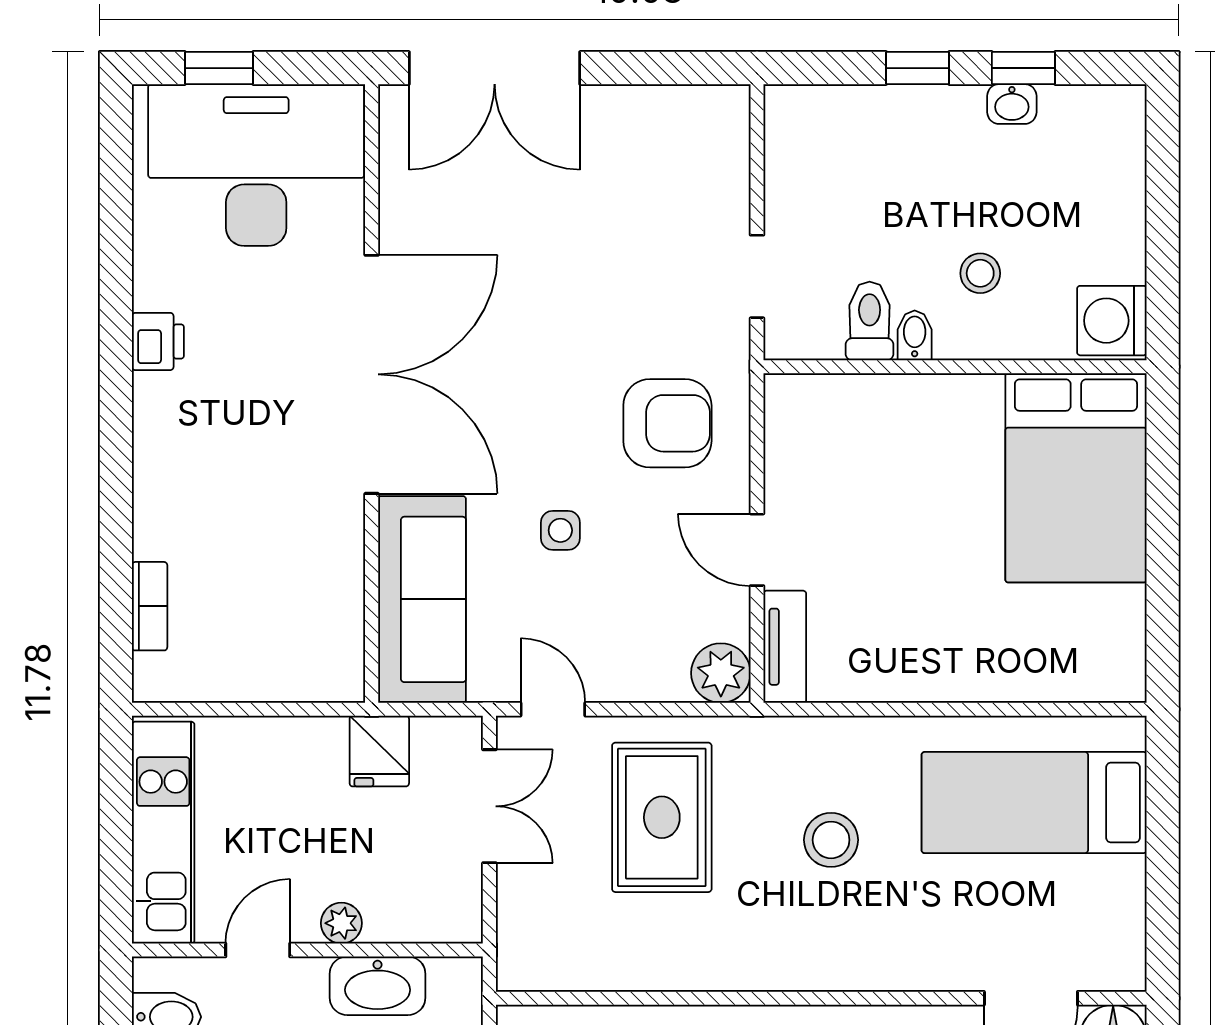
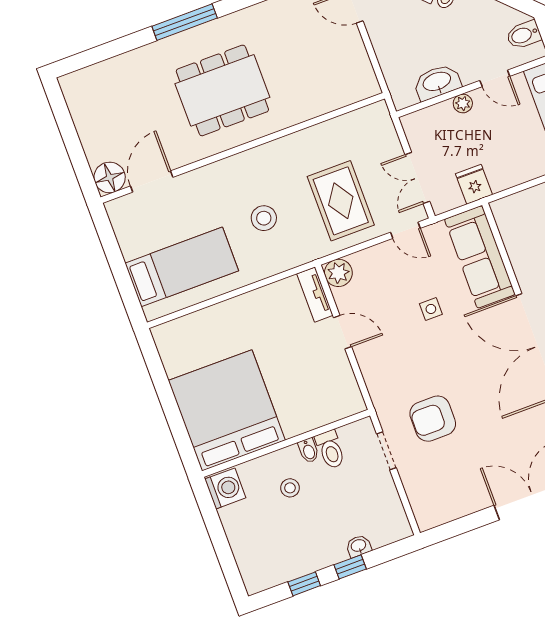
washbasin: (1012, 104) -> (359, 546), moved
armchair: (667, 423) -> (433, 419), moved
bed: (1076, 478) -> (227, 410), width x1.36
door: (258, 950) -> (495, 78), hinge flipped

